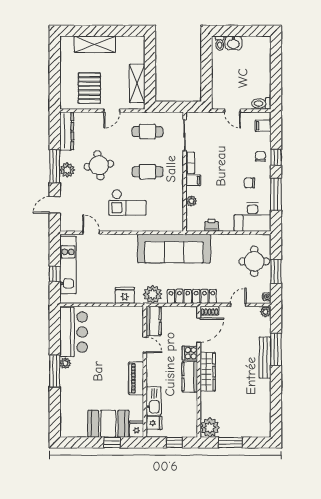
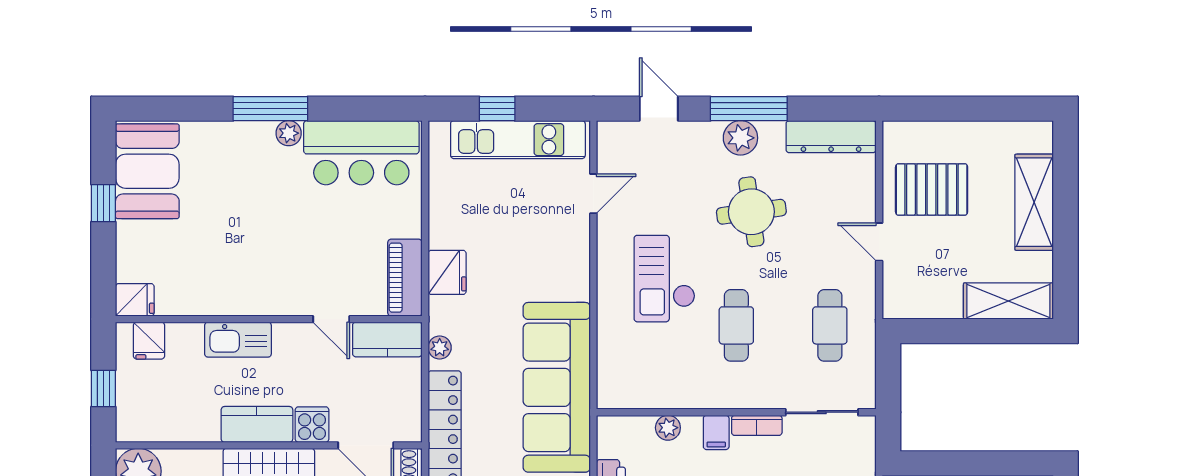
shelving: (137, 84) -> (1008, 301), moved
plant: (153, 294) -> (440, 347), width x0.53, depth x0.53
door: (145, 345) -> (331, 319), hinge flipped
piano: (136, 378) -> (405, 278), moved, turned -90
kitchen sink: (154, 401) -> (238, 340), moved
booth: (108, 424) -> (147, 171), moved
window: (112, 442) -> (103, 203), moved

